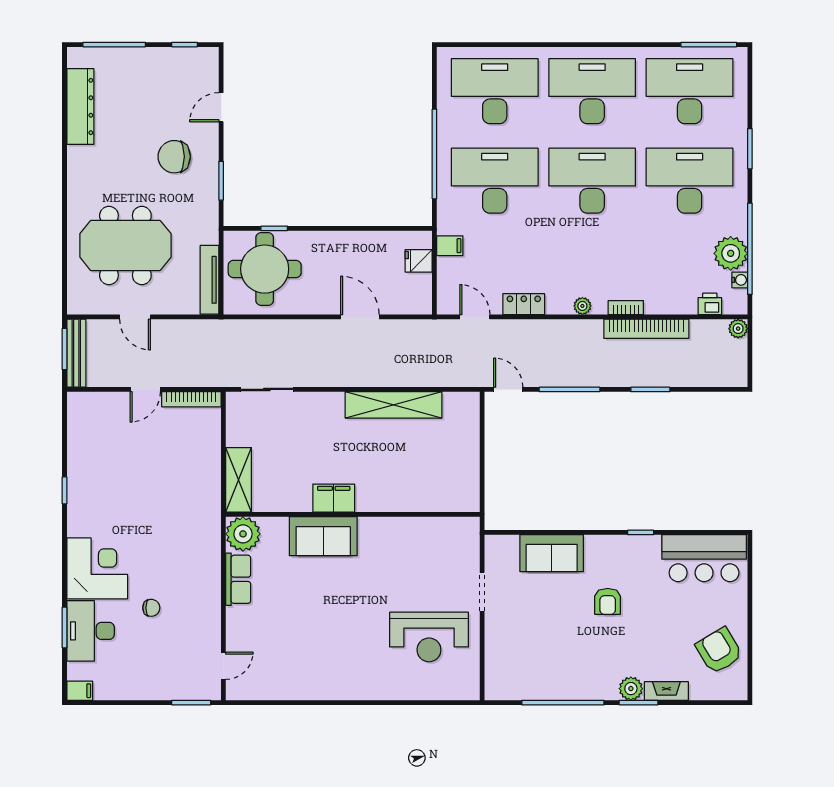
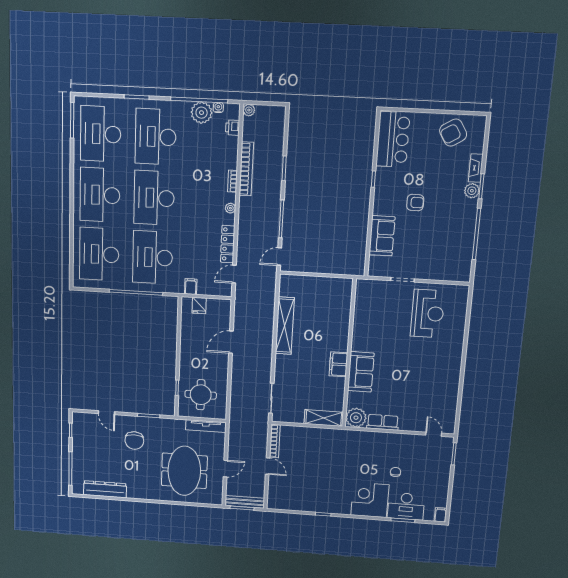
round table: (265, 269) -> (201, 395), width x0.73, depth x0.73
locker: (524, 304) -> (228, 244), width x1.53

